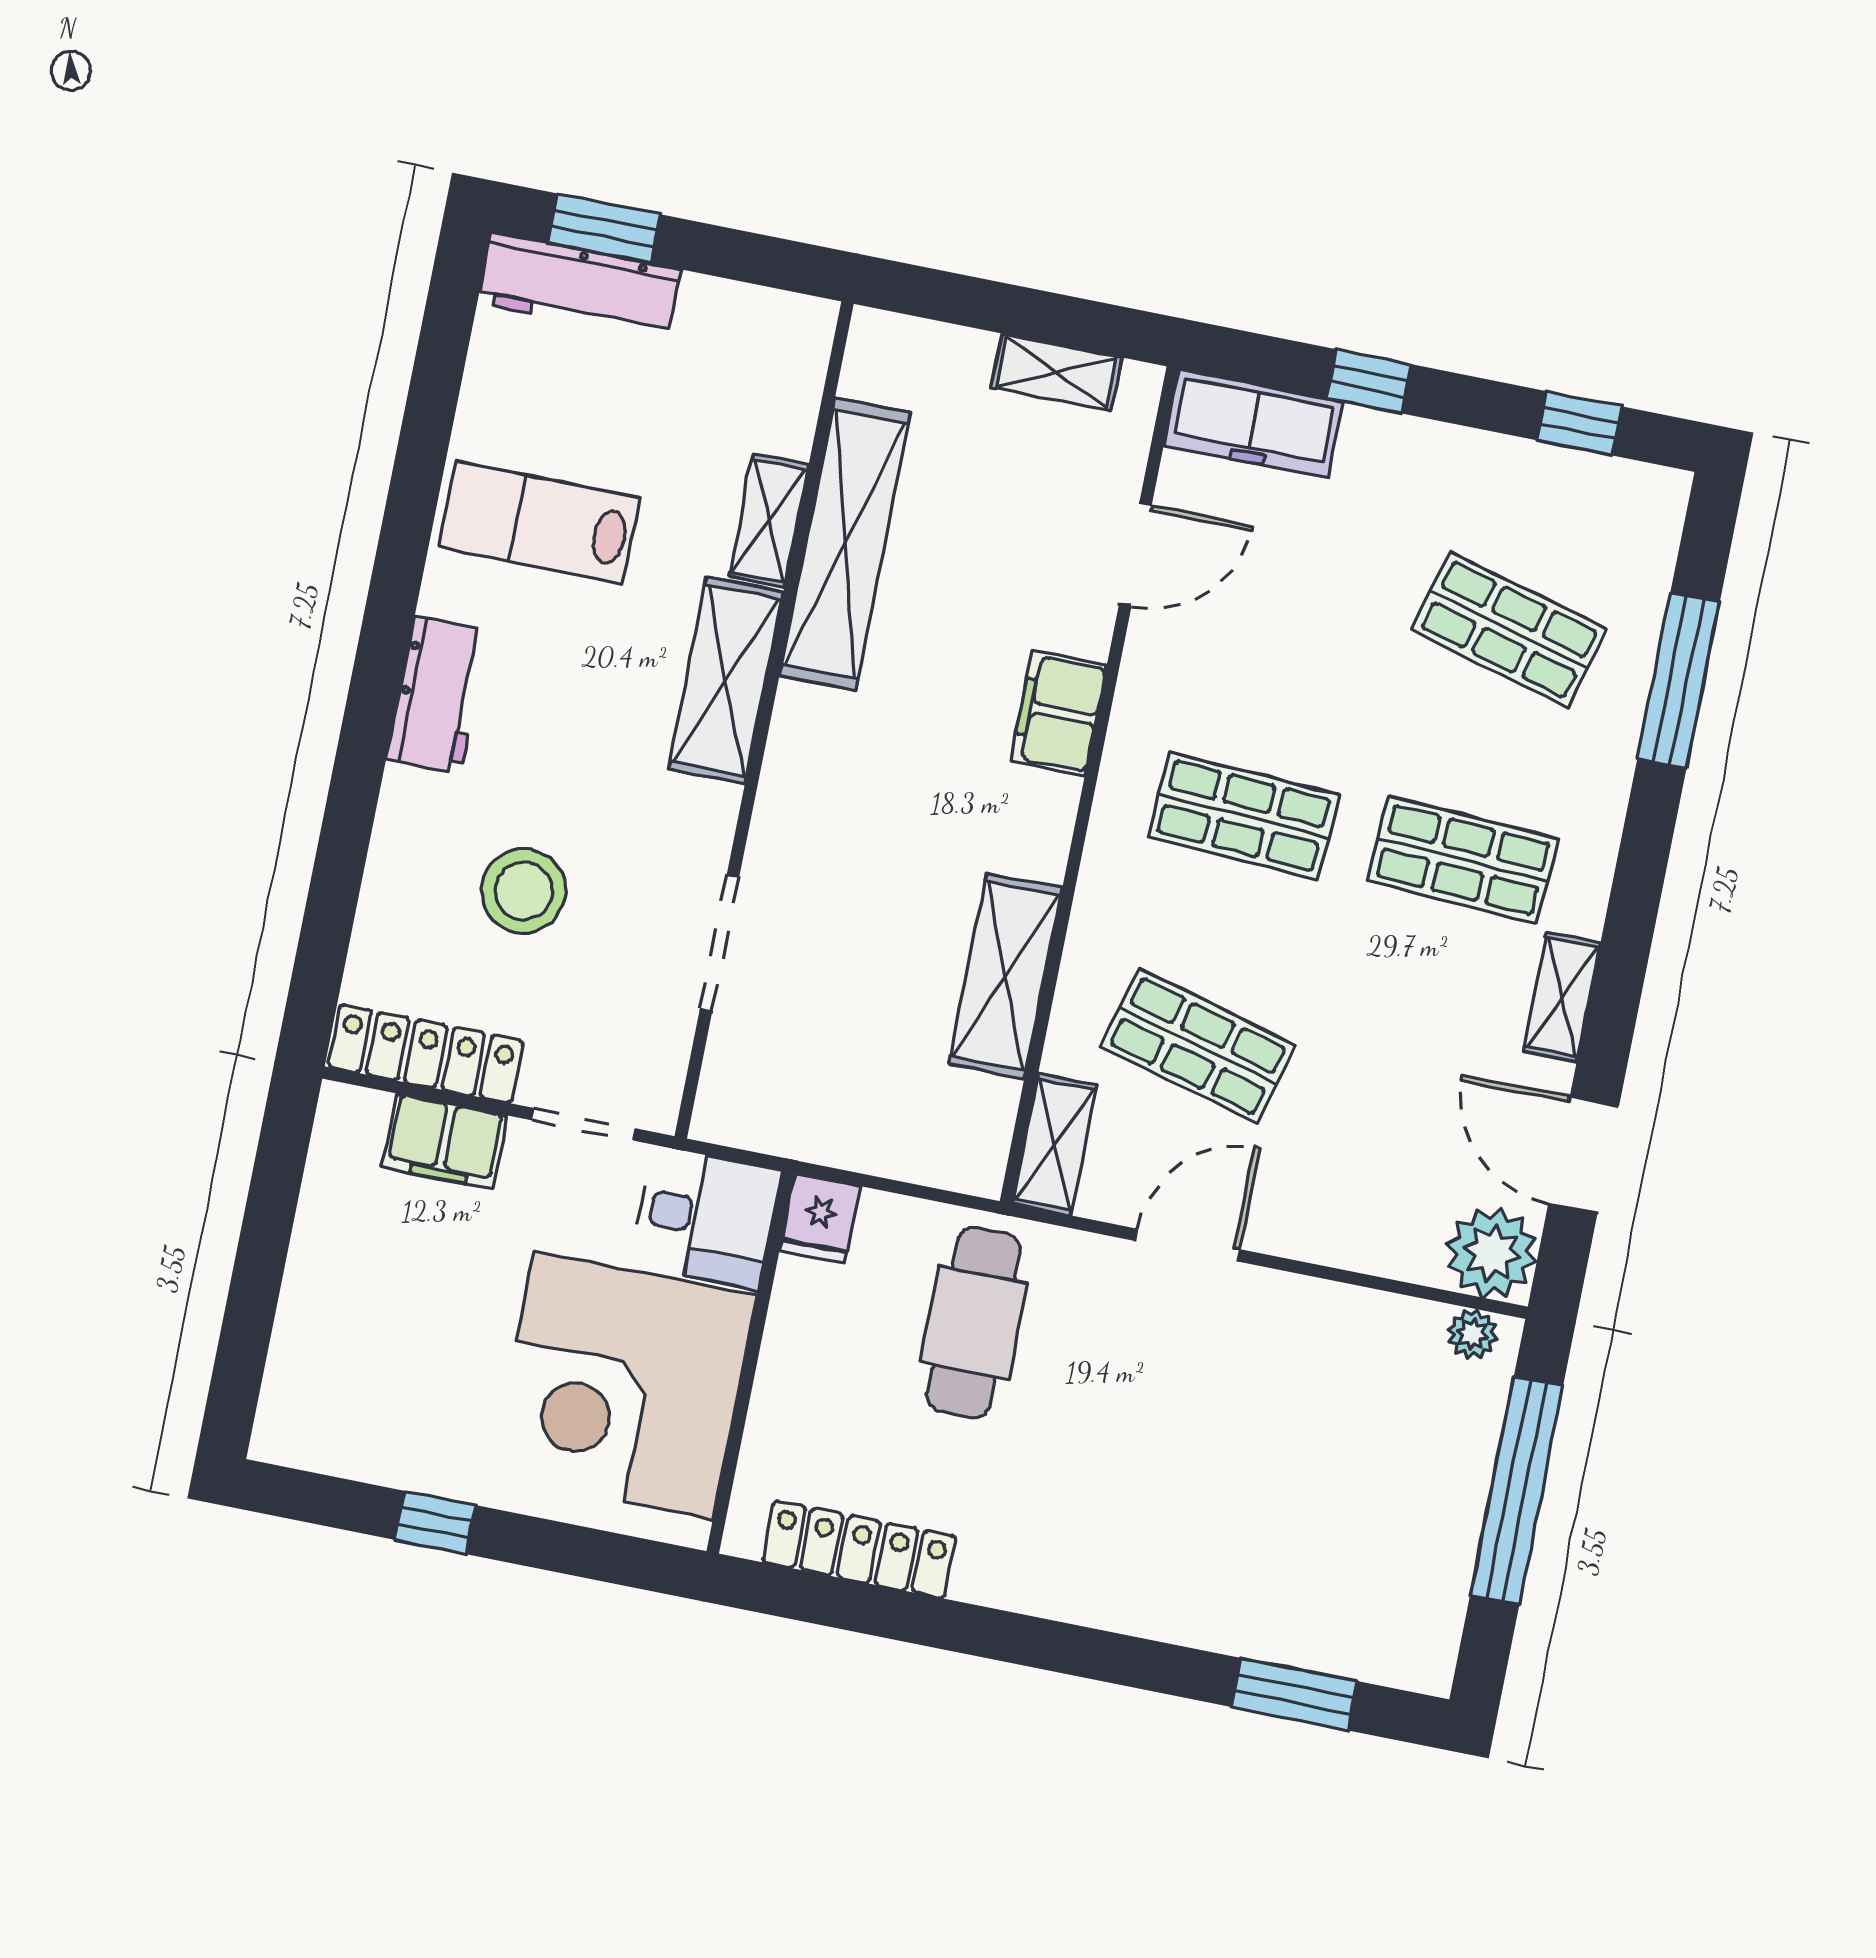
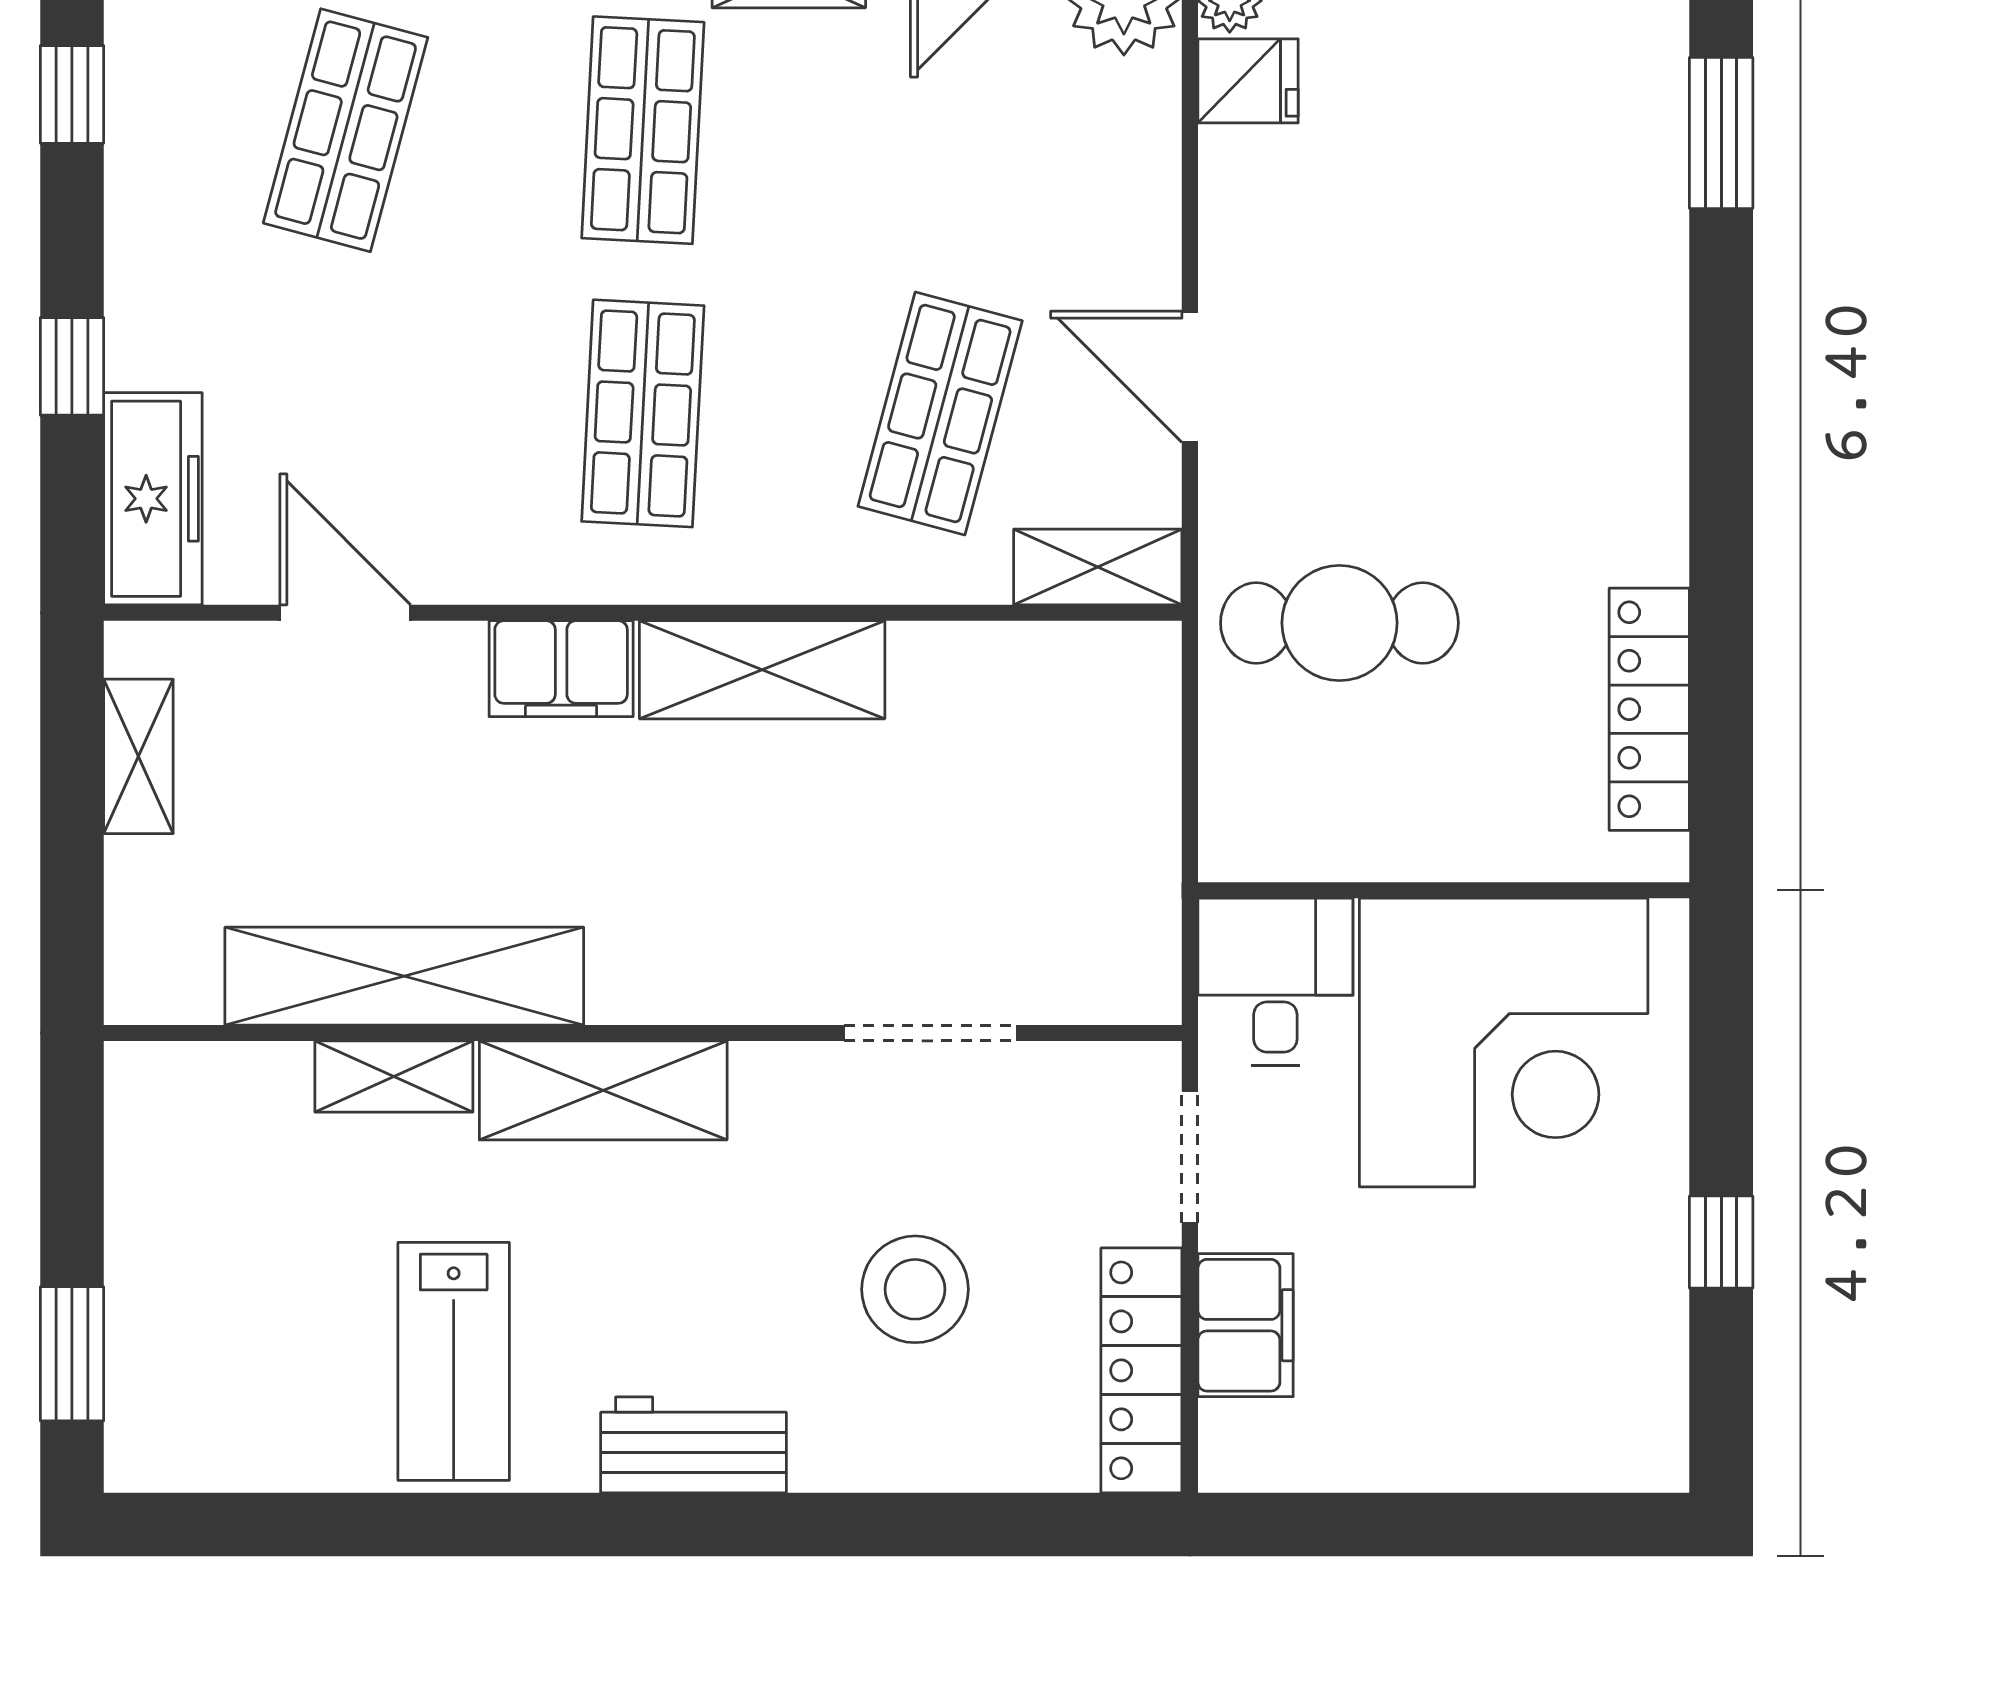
workbench: (579, 286) -> (150, 1371), removed
shelving: (1005, 976) -> (762, 670), moved
fridge: (820, 1218) -> (1248, 81), moved

